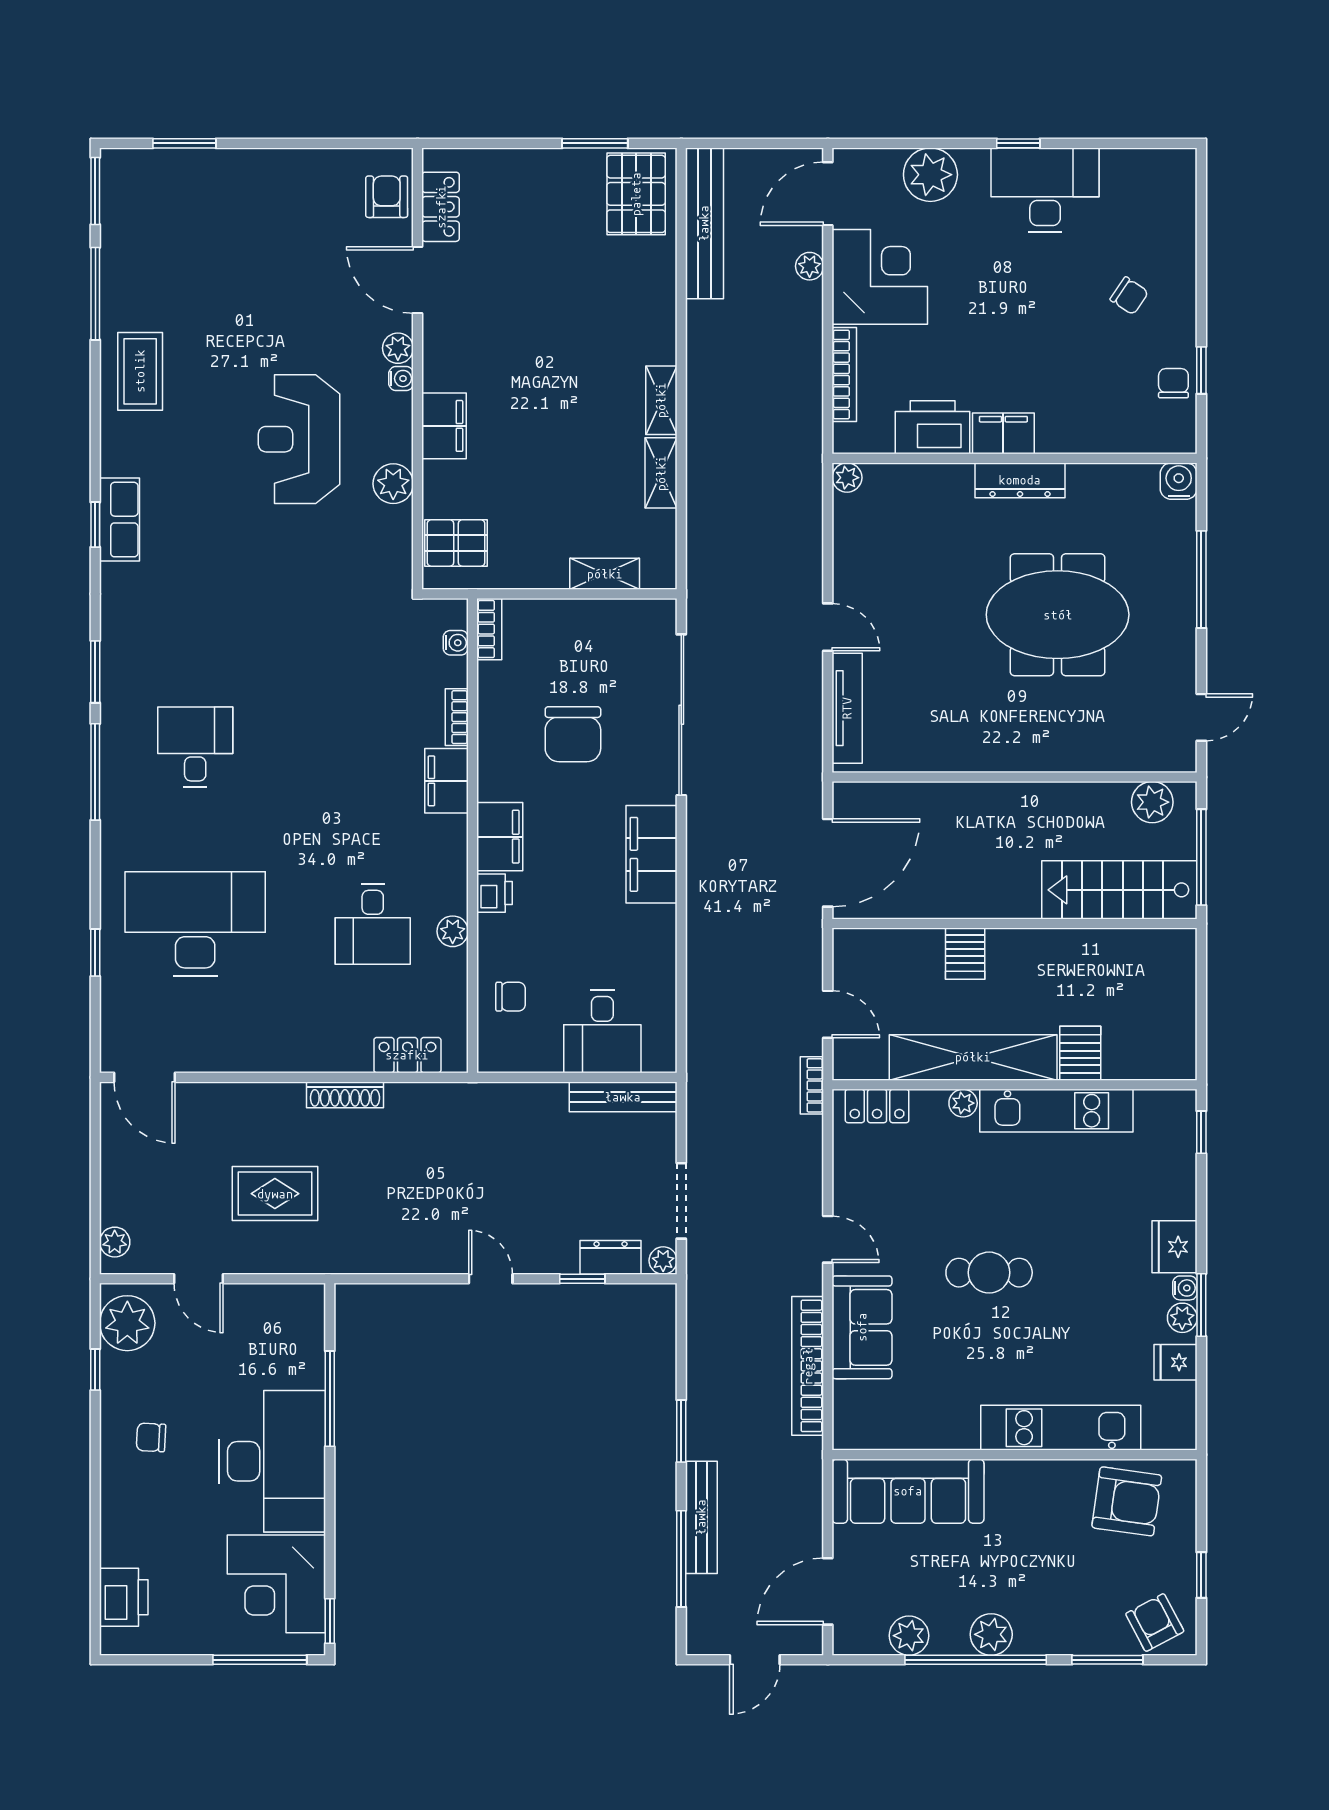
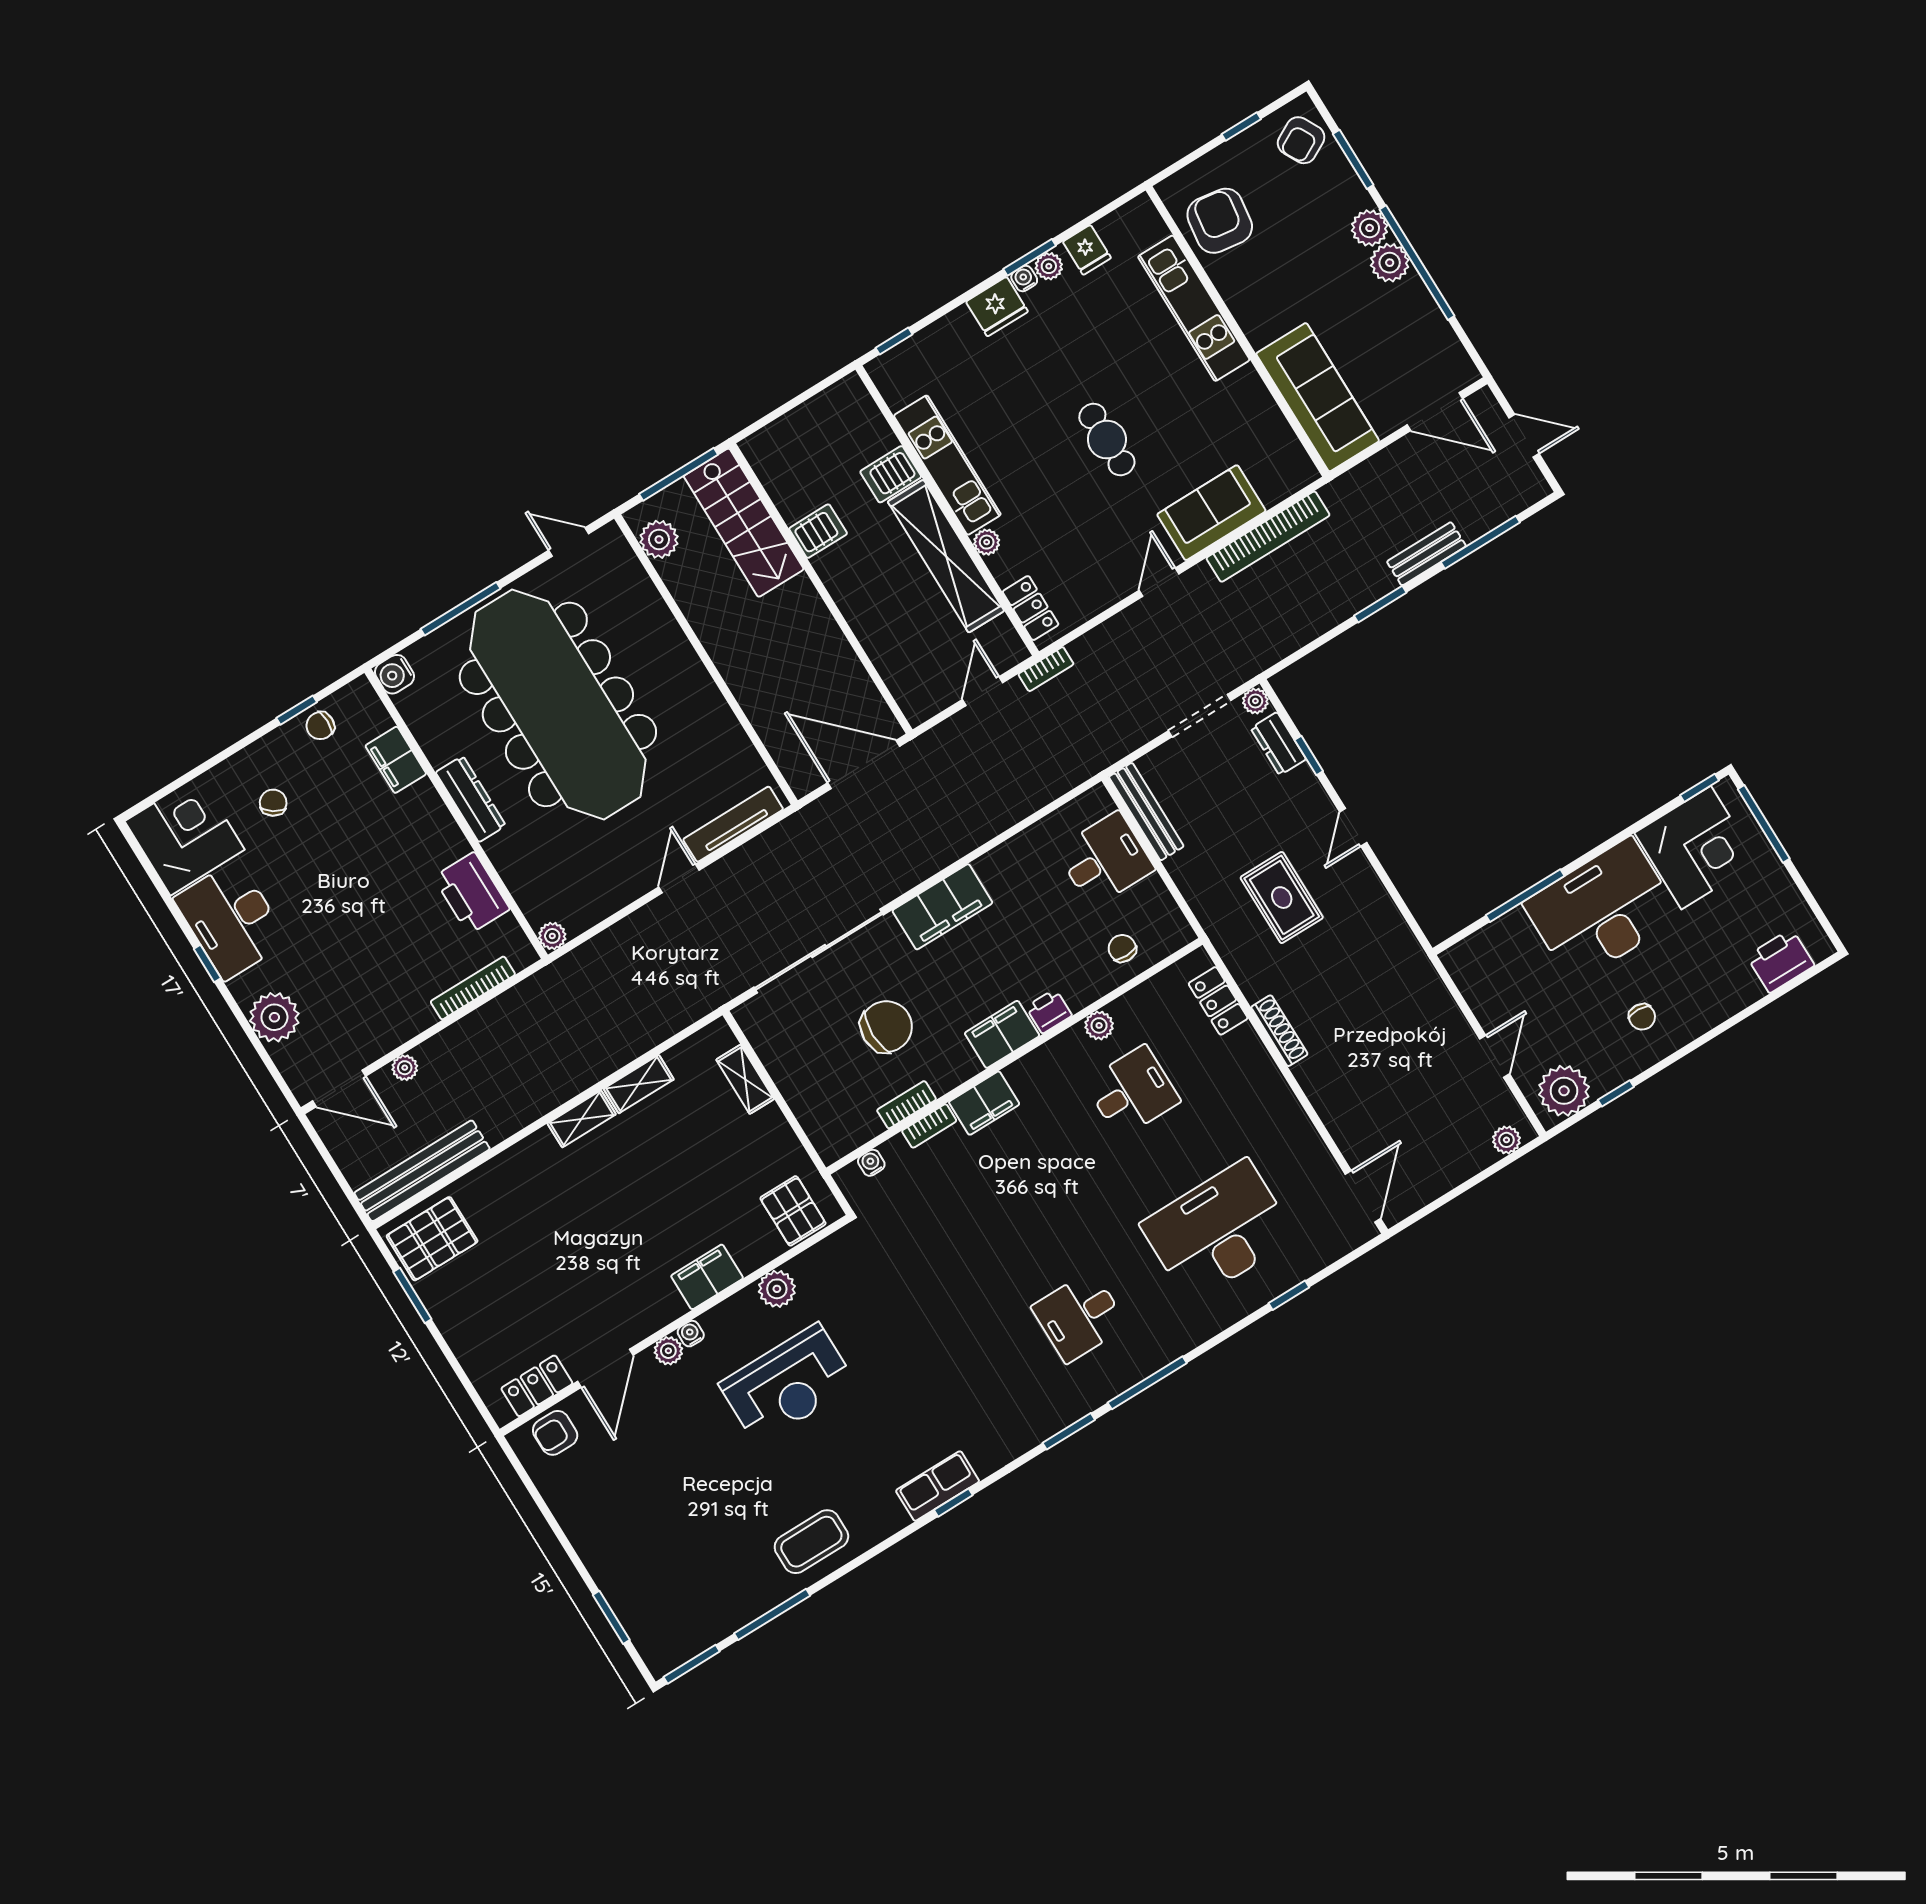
corner desk: (880, 277) -> (185, 835), moved, turned 90
filing cabinet: (1003, 433) -> (396, 760), moved
meeting table: (1058, 615) -> (558, 704), width x1.86, depth x1.27
bookcase: (489, 629) -> (907, 1105), moved
desk: (195, 924) -> (1218, 1231), turned 90
server rack: (965, 954) -> (818, 531), moved
rug: (275, 1194) -> (1282, 898), moved
bench: (701, 1517) -> (1426, 554), width x0.73
plant: (909, 1636) -> (1370, 228), moved

